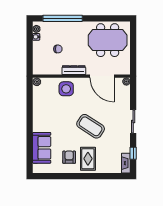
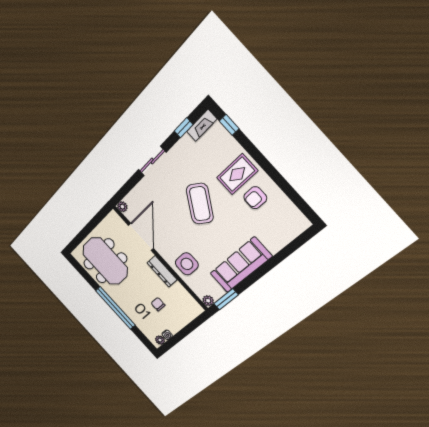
window: (63, 18) -> (115, 308), moved
window: (30, 93) -> (226, 299), added
sofa: (42, 148) -> (241, 265), moved, width x1.36
window: (114, 176) -> (229, 125), added

